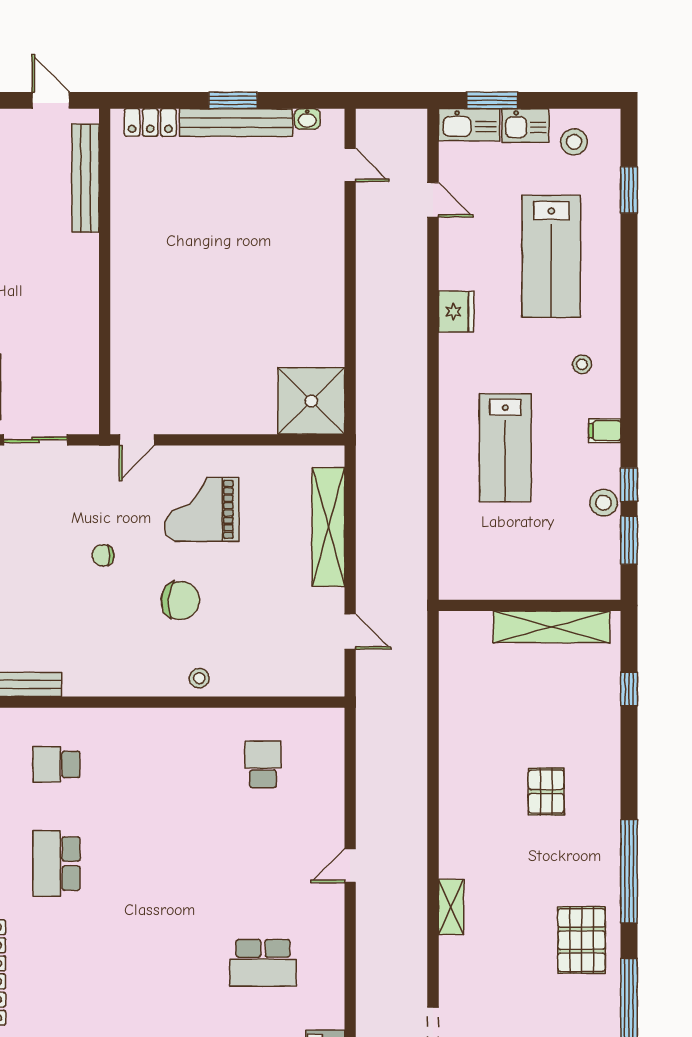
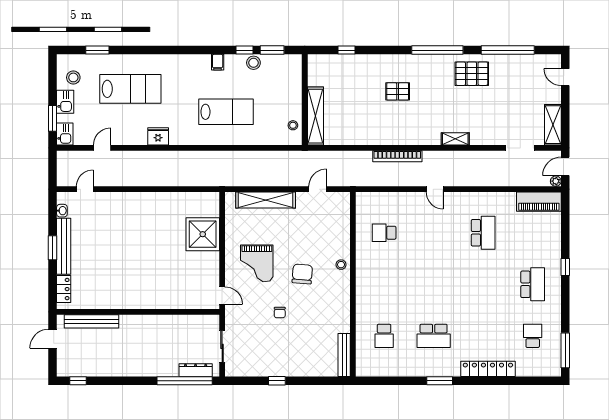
kitchen sink: (469, 125) -> (65, 134), width x0.73
stool: (582, 364) -> (293, 125), moved
shower: (311, 401) -> (203, 234), moved
shelving: (552, 627) -> (315, 116), moved
bookcase: (416, 791) -> (397, 156), added

